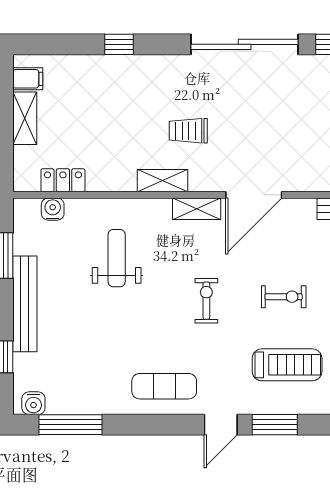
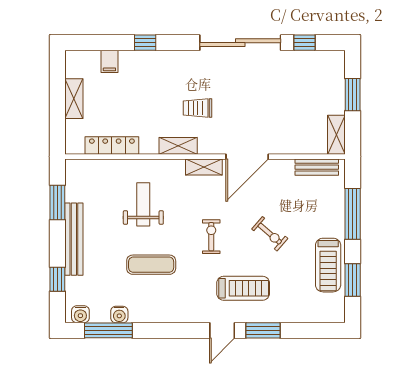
filing cabinet: (28, 79) -> (109, 61), moved, turned 90
locker: (63, 180) -> (112, 146), width x1.53
water cooler: (53, 209) -> (119, 315), moved, turned 180
exercise bike: (284, 297) -> (270, 234), turned 41
treadmill: (287, 365) -> (243, 288), moved
exercise mat: (164, 386) -> (151, 265), moved

